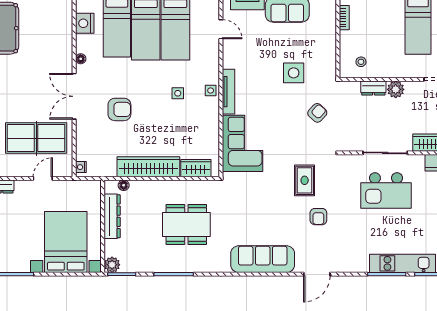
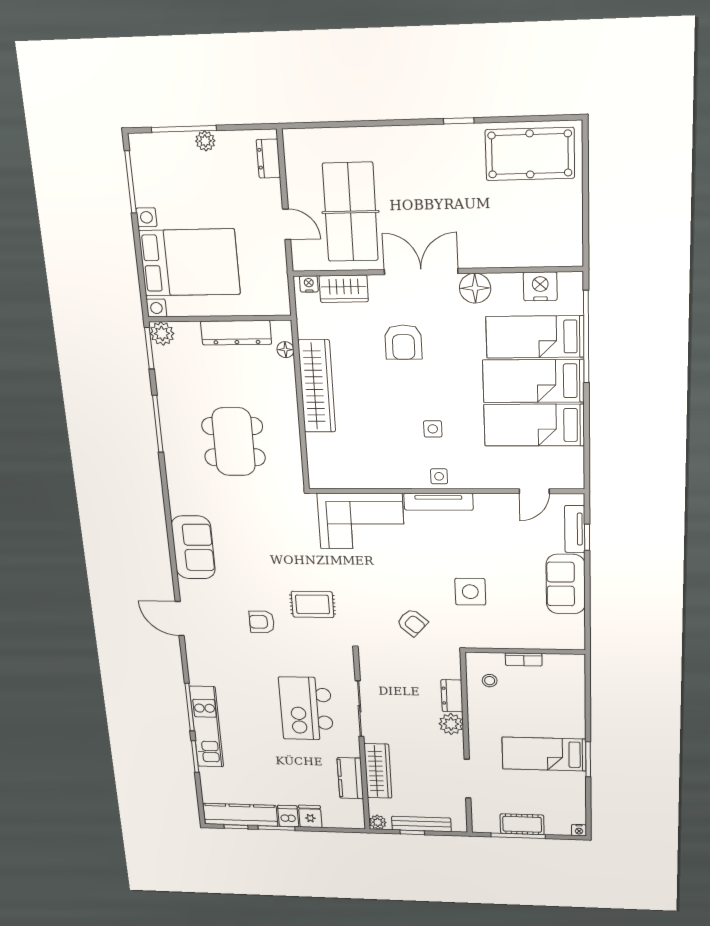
bookcase: (344, 18) -> (524, 659), moved
floor lamp: (81, 59) -> (475, 288), width x1.89, depth x1.89
wardrobe: (196, 168) -> (344, 289), moved, turned 90
sofa: (263, 259) -> (193, 547), width x0.73

